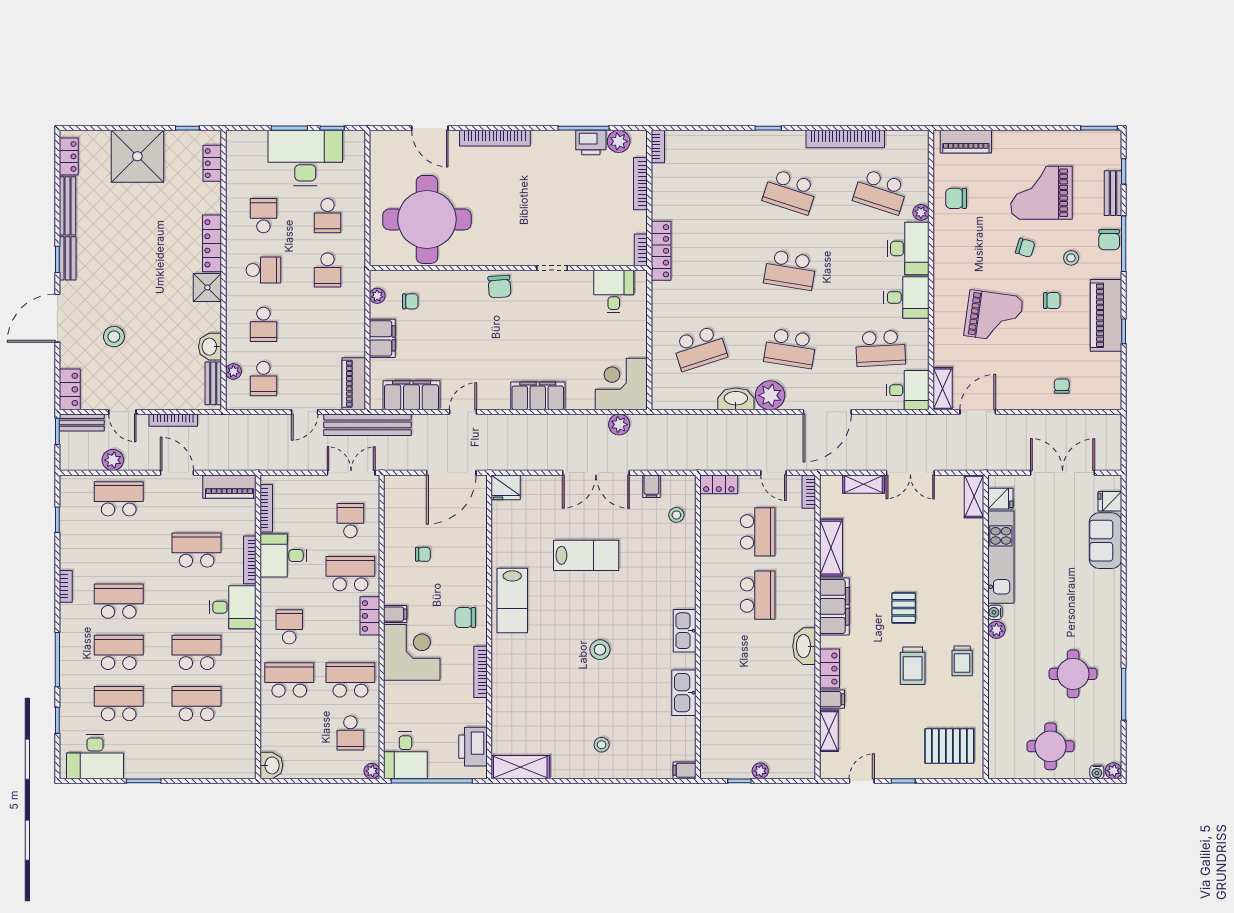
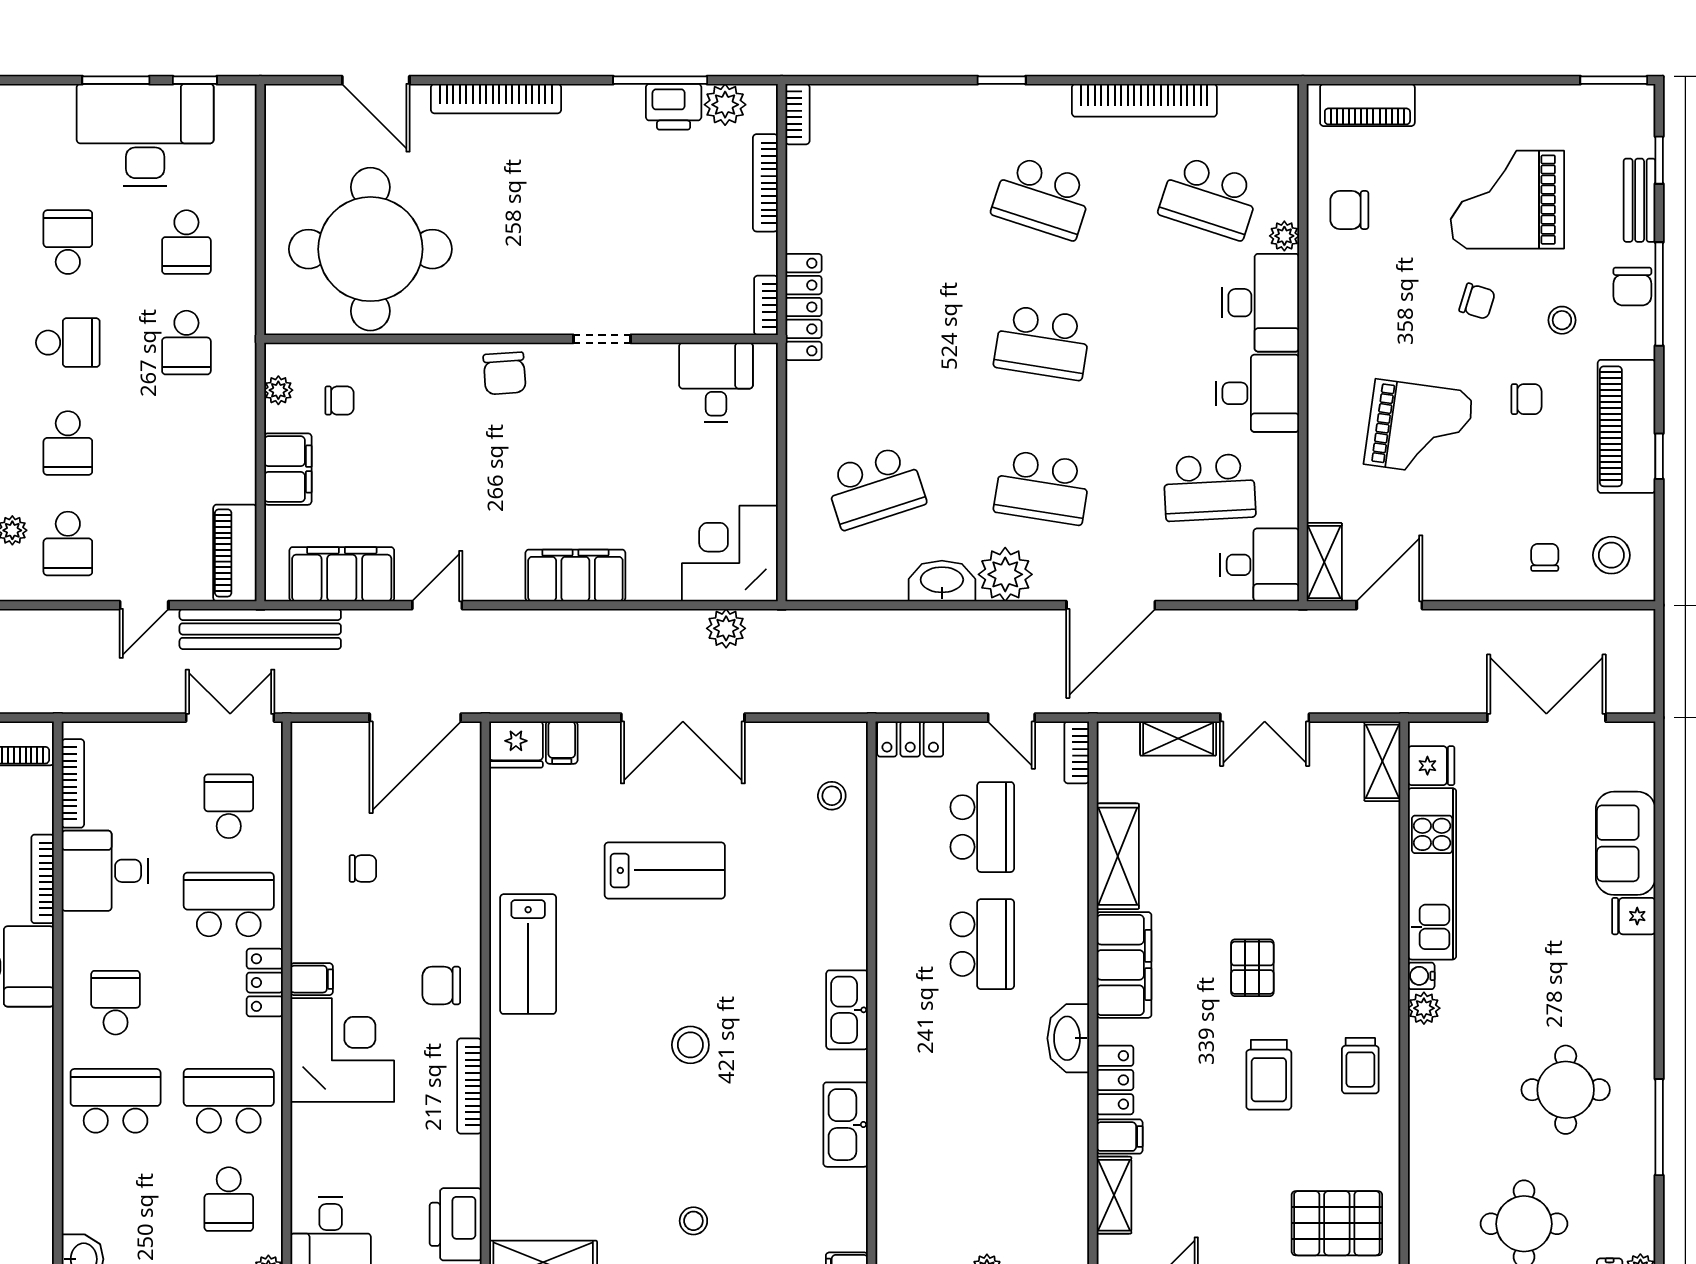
stool: (1098, 385) -> (1611, 555), added
filing cabinet: (651, 486) -> (562, 743), moved
fridge: (1110, 501) -> (1634, 916), moved

